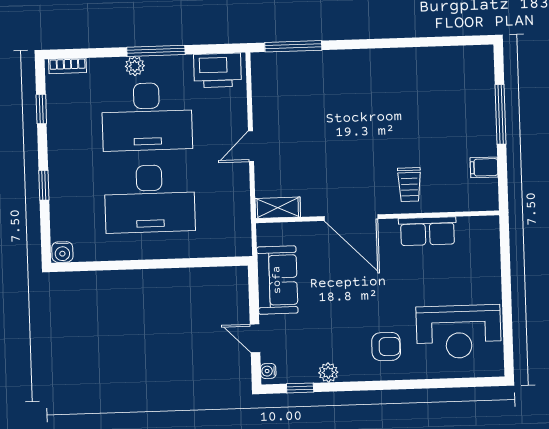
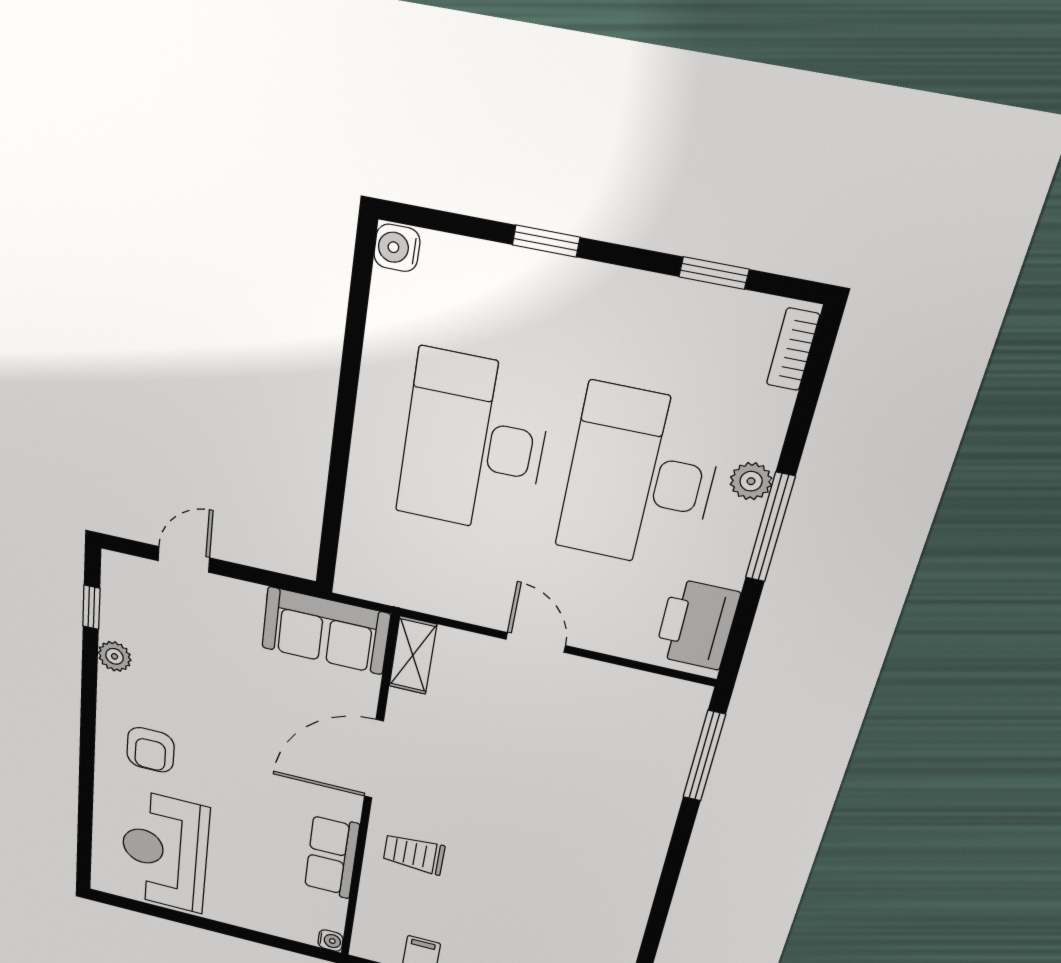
sofa: (277, 280) -> (326, 631), moved
water cooler: (268, 371) -> (330, 941), moved, turned 90

